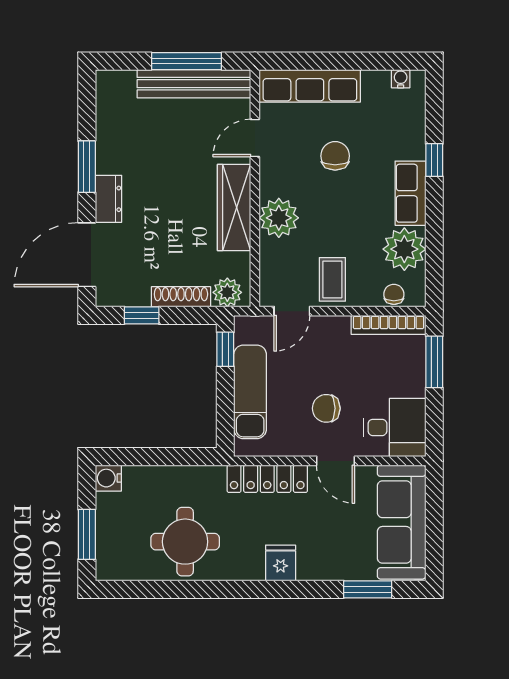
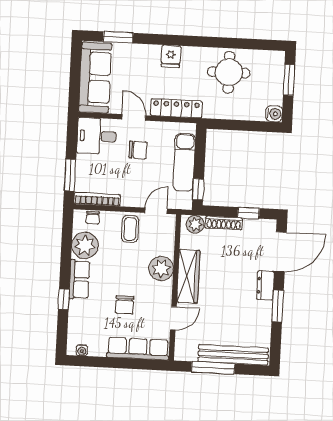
bench: (194, 84) -> (233, 355), moved

